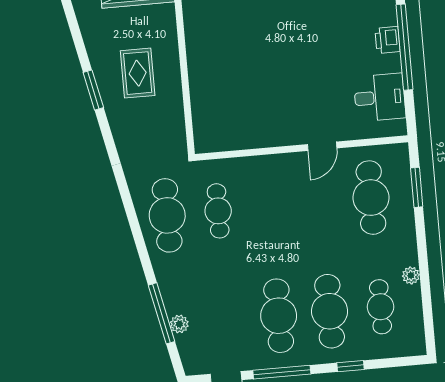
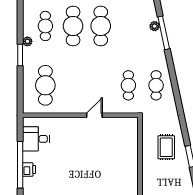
rug: (138, 73) -> (166, 147), moved
door: (322, 146) -> (94, 115), moved
window: (417, 187) -> (20, 55), moved
cafe table: (167, 215) -> (156, 85), width x0.73, depth x0.74

